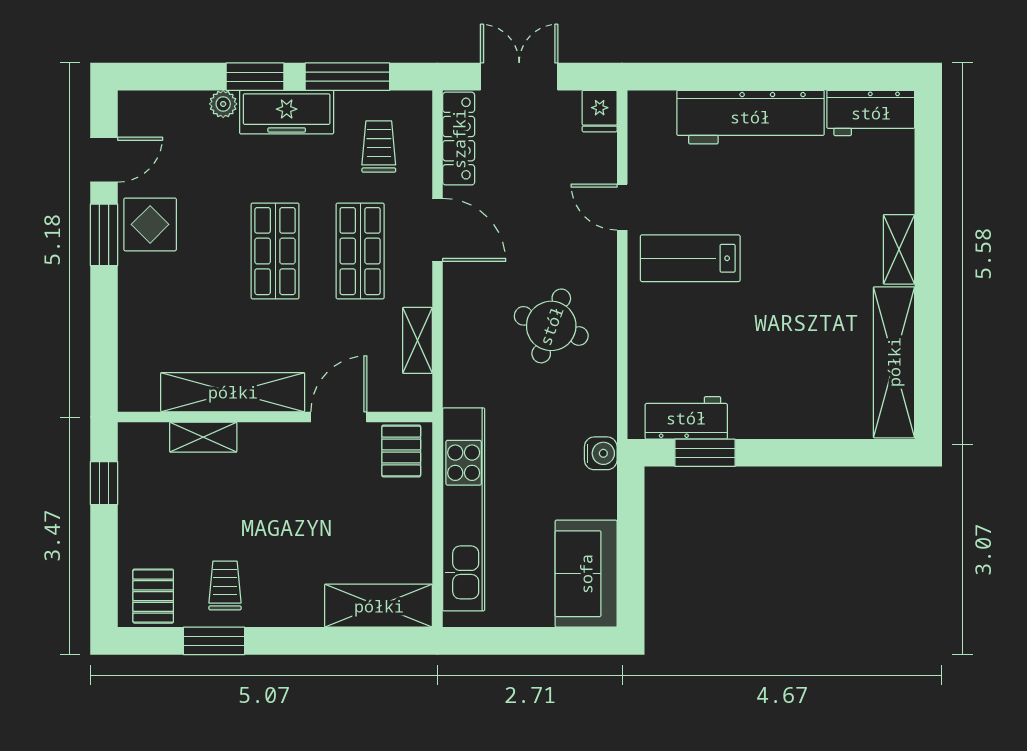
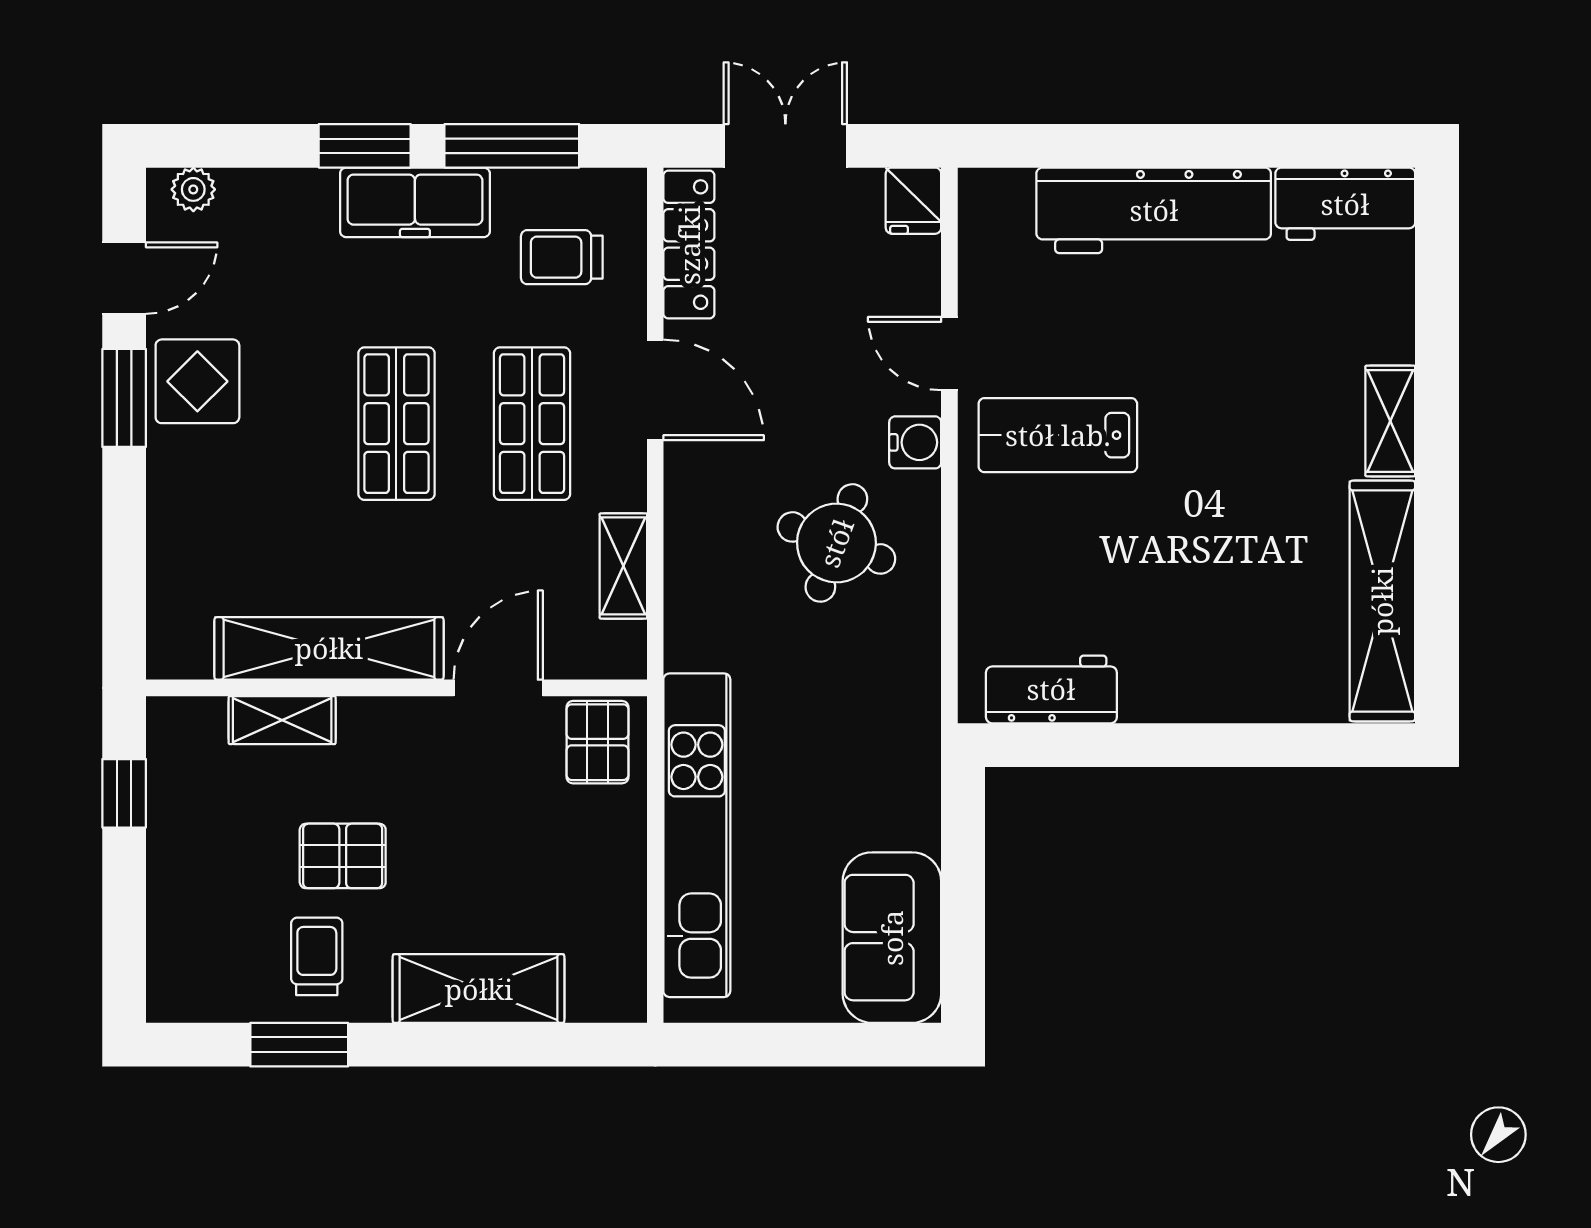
plant: (223, 104) -> (193, 189), moved
trolley: (379, 146) -> (562, 257), turned -90
water cooler: (601, 453) -> (915, 442), moved
window: (705, 453) -> (1081, 745), removed
pallet: (153, 596) -> (343, 856), moved, turned 90
shelving: (379, 606) -> (479, 989), moved

